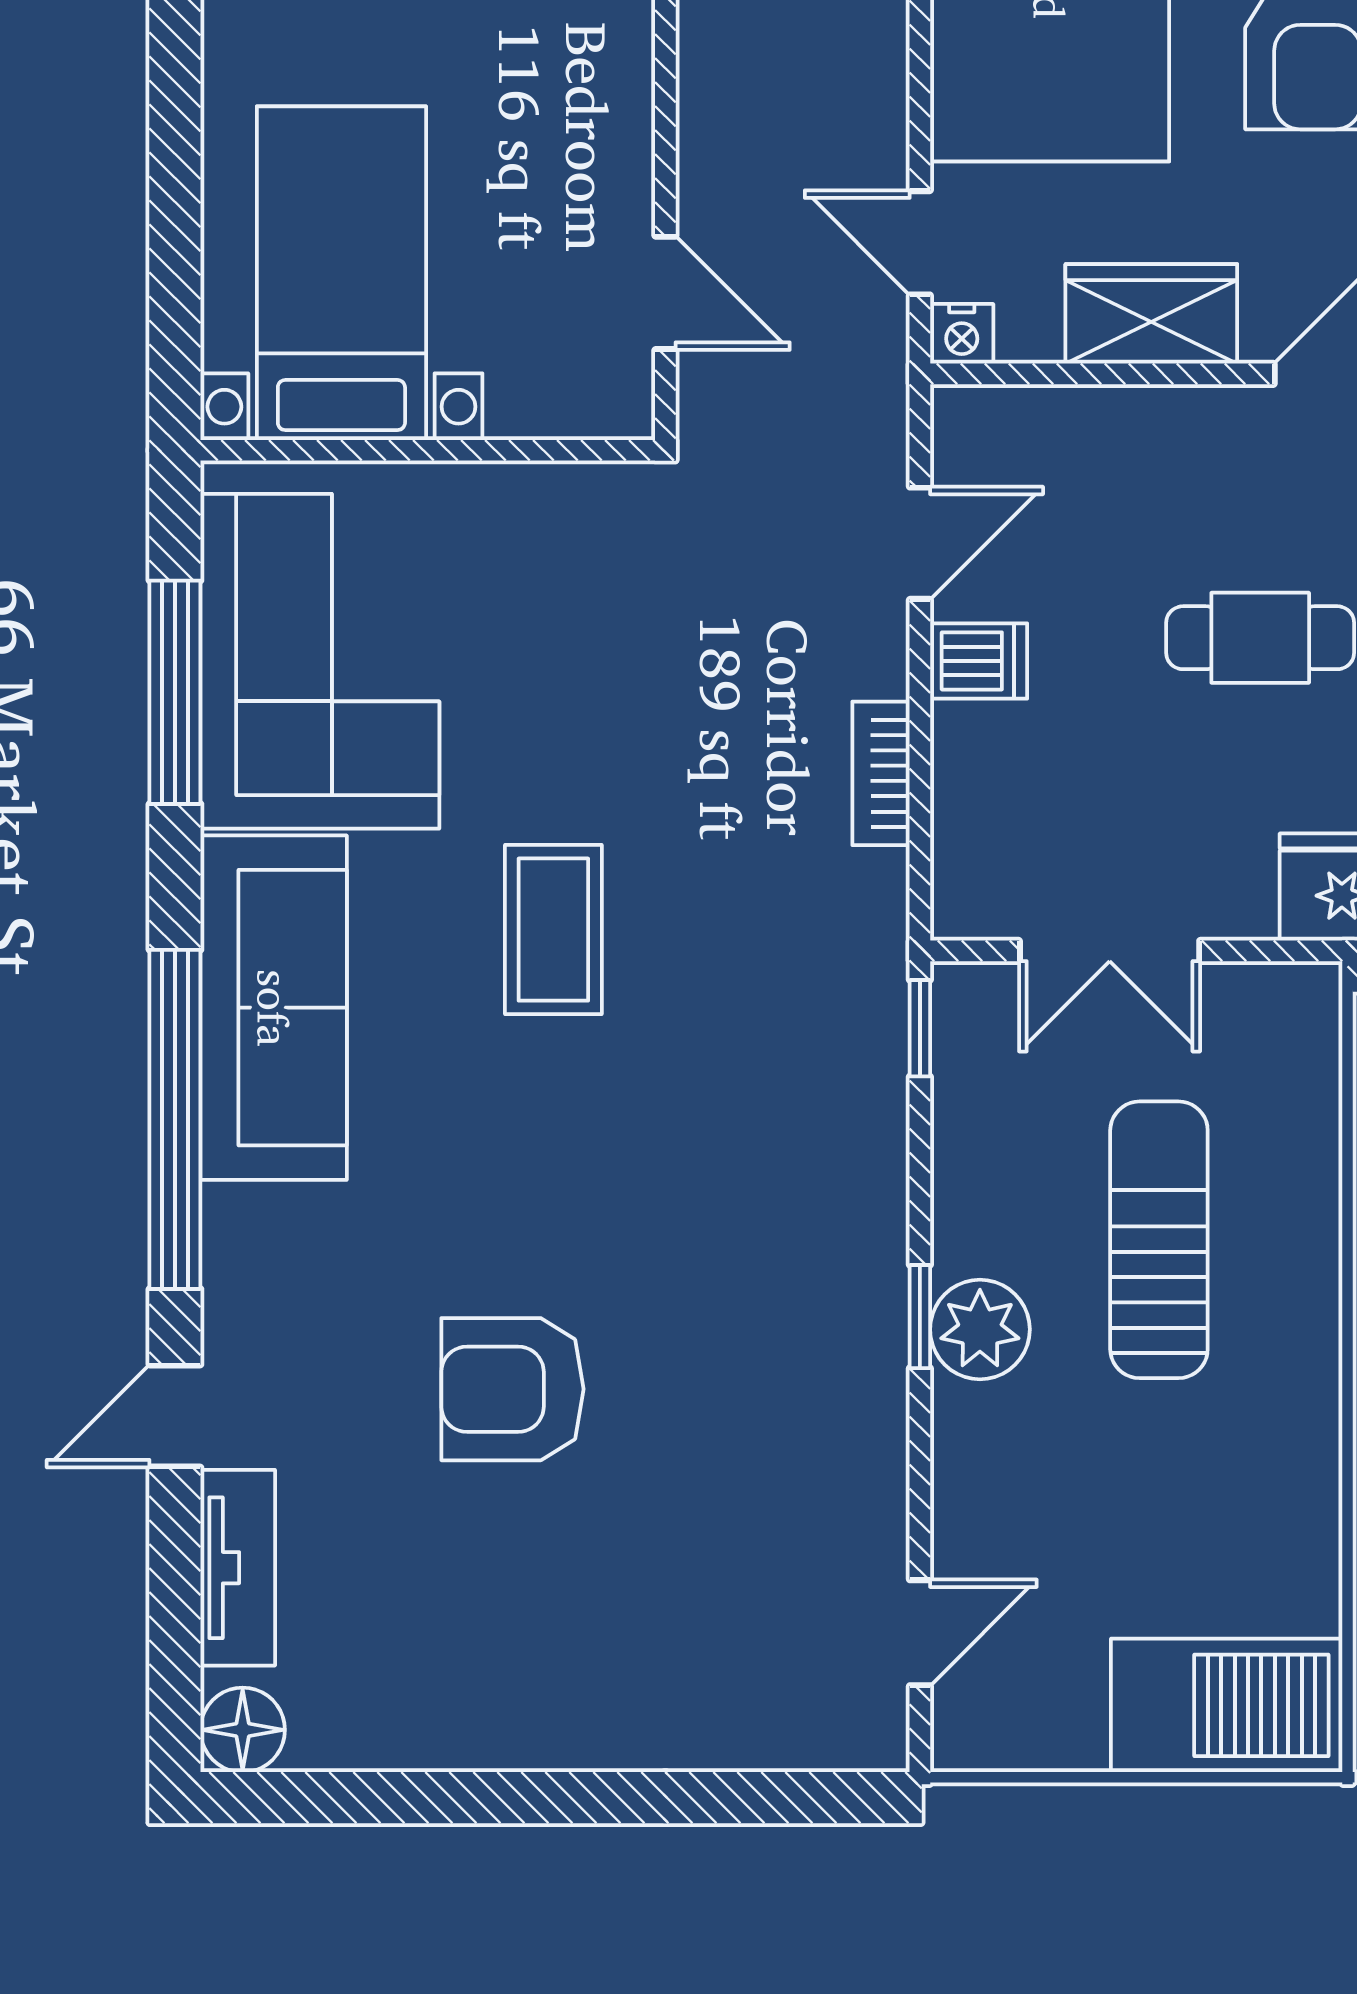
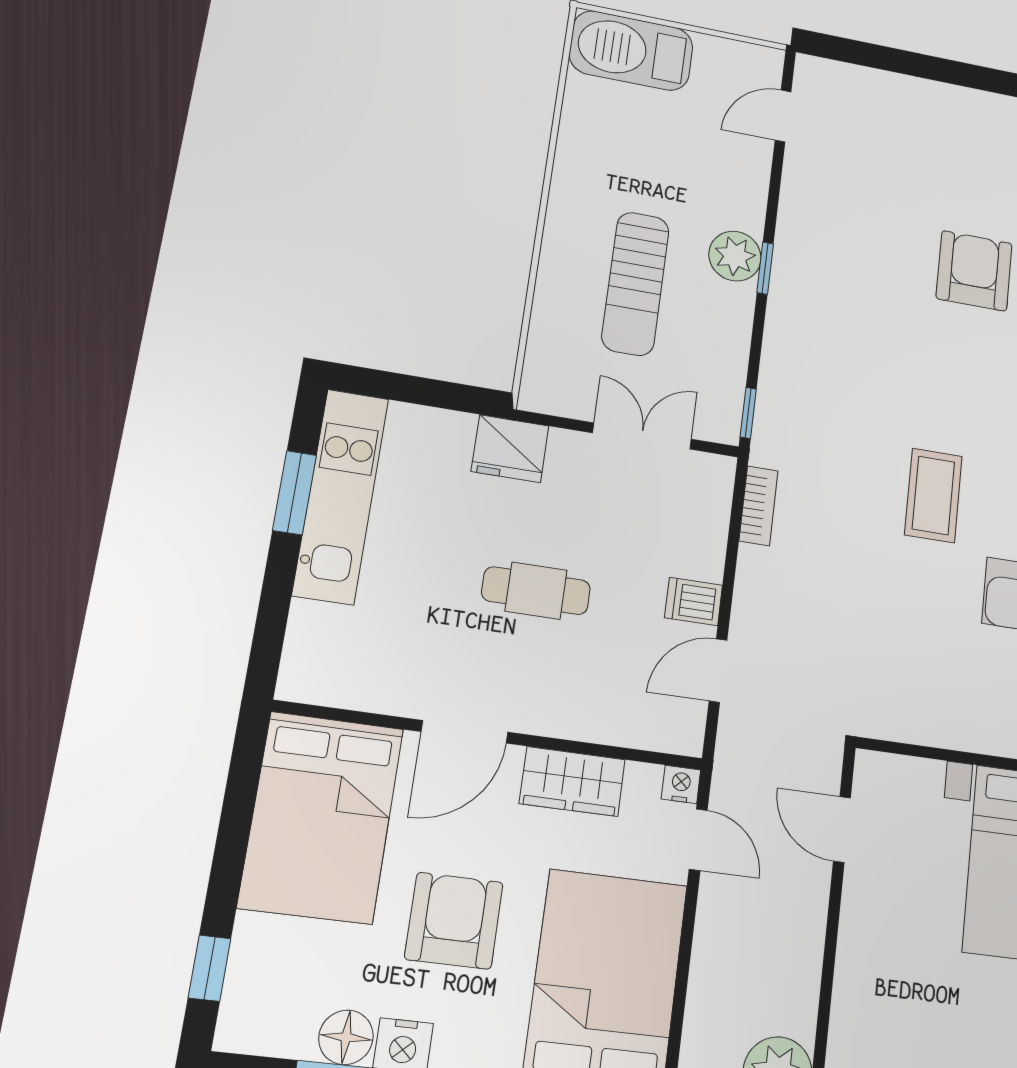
bookcase: (881, 773) -> (758, 506), moved
armchair: (512, 1389) -> (974, 271), turned -90

